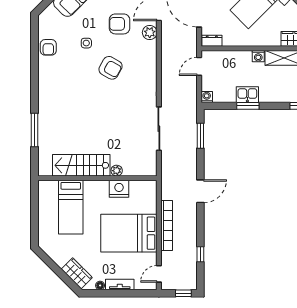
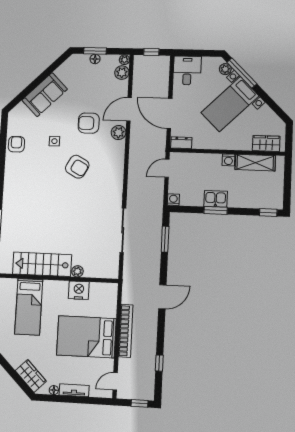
armchair: (48, 47) -> (16, 144), turned 180

